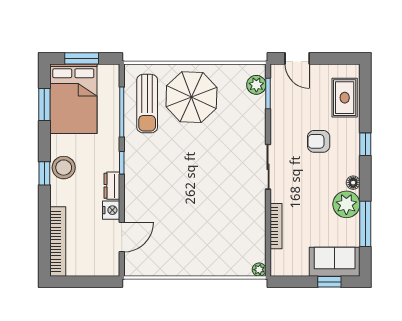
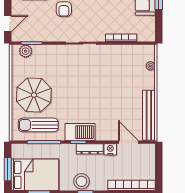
sun lounger: (147, 104) -> (38, 125), turned 180
barbecue: (137, 165) -> (80, 132), added
dresser: (112, 186) -> (90, 149), width x1.44
bench: (161, 267) -> (149, 115), added
plant: (259, 270) -> (150, 66), moved

